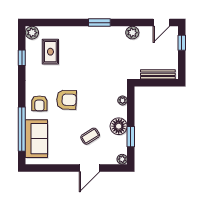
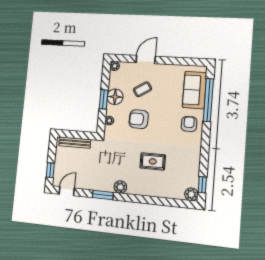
window: (99, 23) -> (103, 195), moved
plant: (132, 33) -> (120, 187), moved
rug: (50, 52) -> (153, 161), moved, turned 90
window: (22, 58) -> (202, 185), moved
armchair: (66, 100) -> (139, 119), moved
window: (131, 137) -> (104, 99), moved

